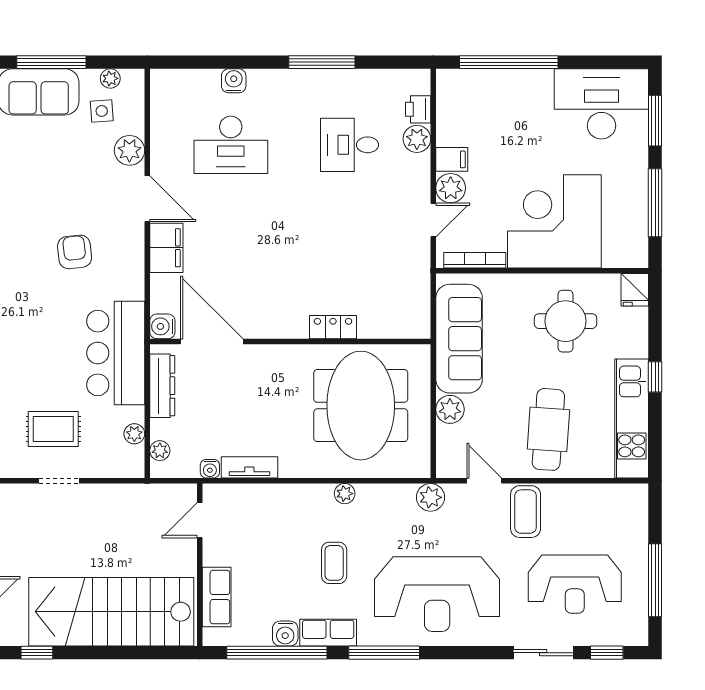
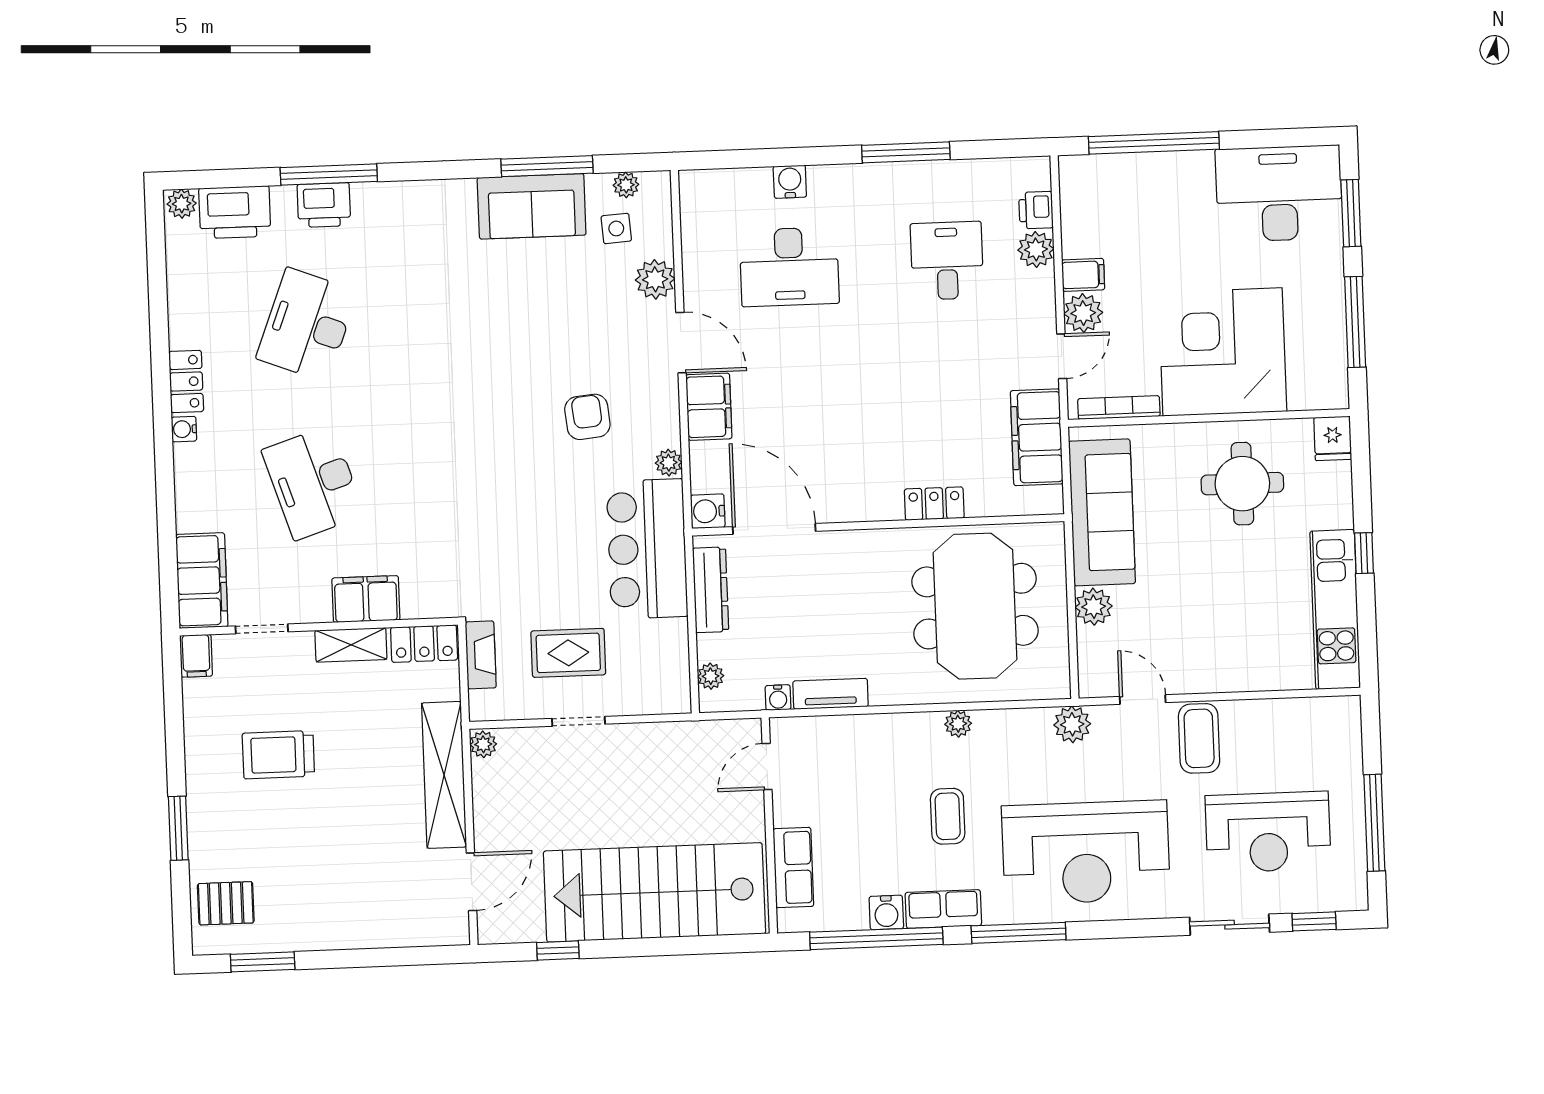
desk: (350, 145) -> (947, 261), turned 90
filing cabinet: (412, 280) -> (1037, 437), added
cafe table: (548, 429) -> (1225, 628), removed
plant: (134, 434) -> (669, 463), moved

